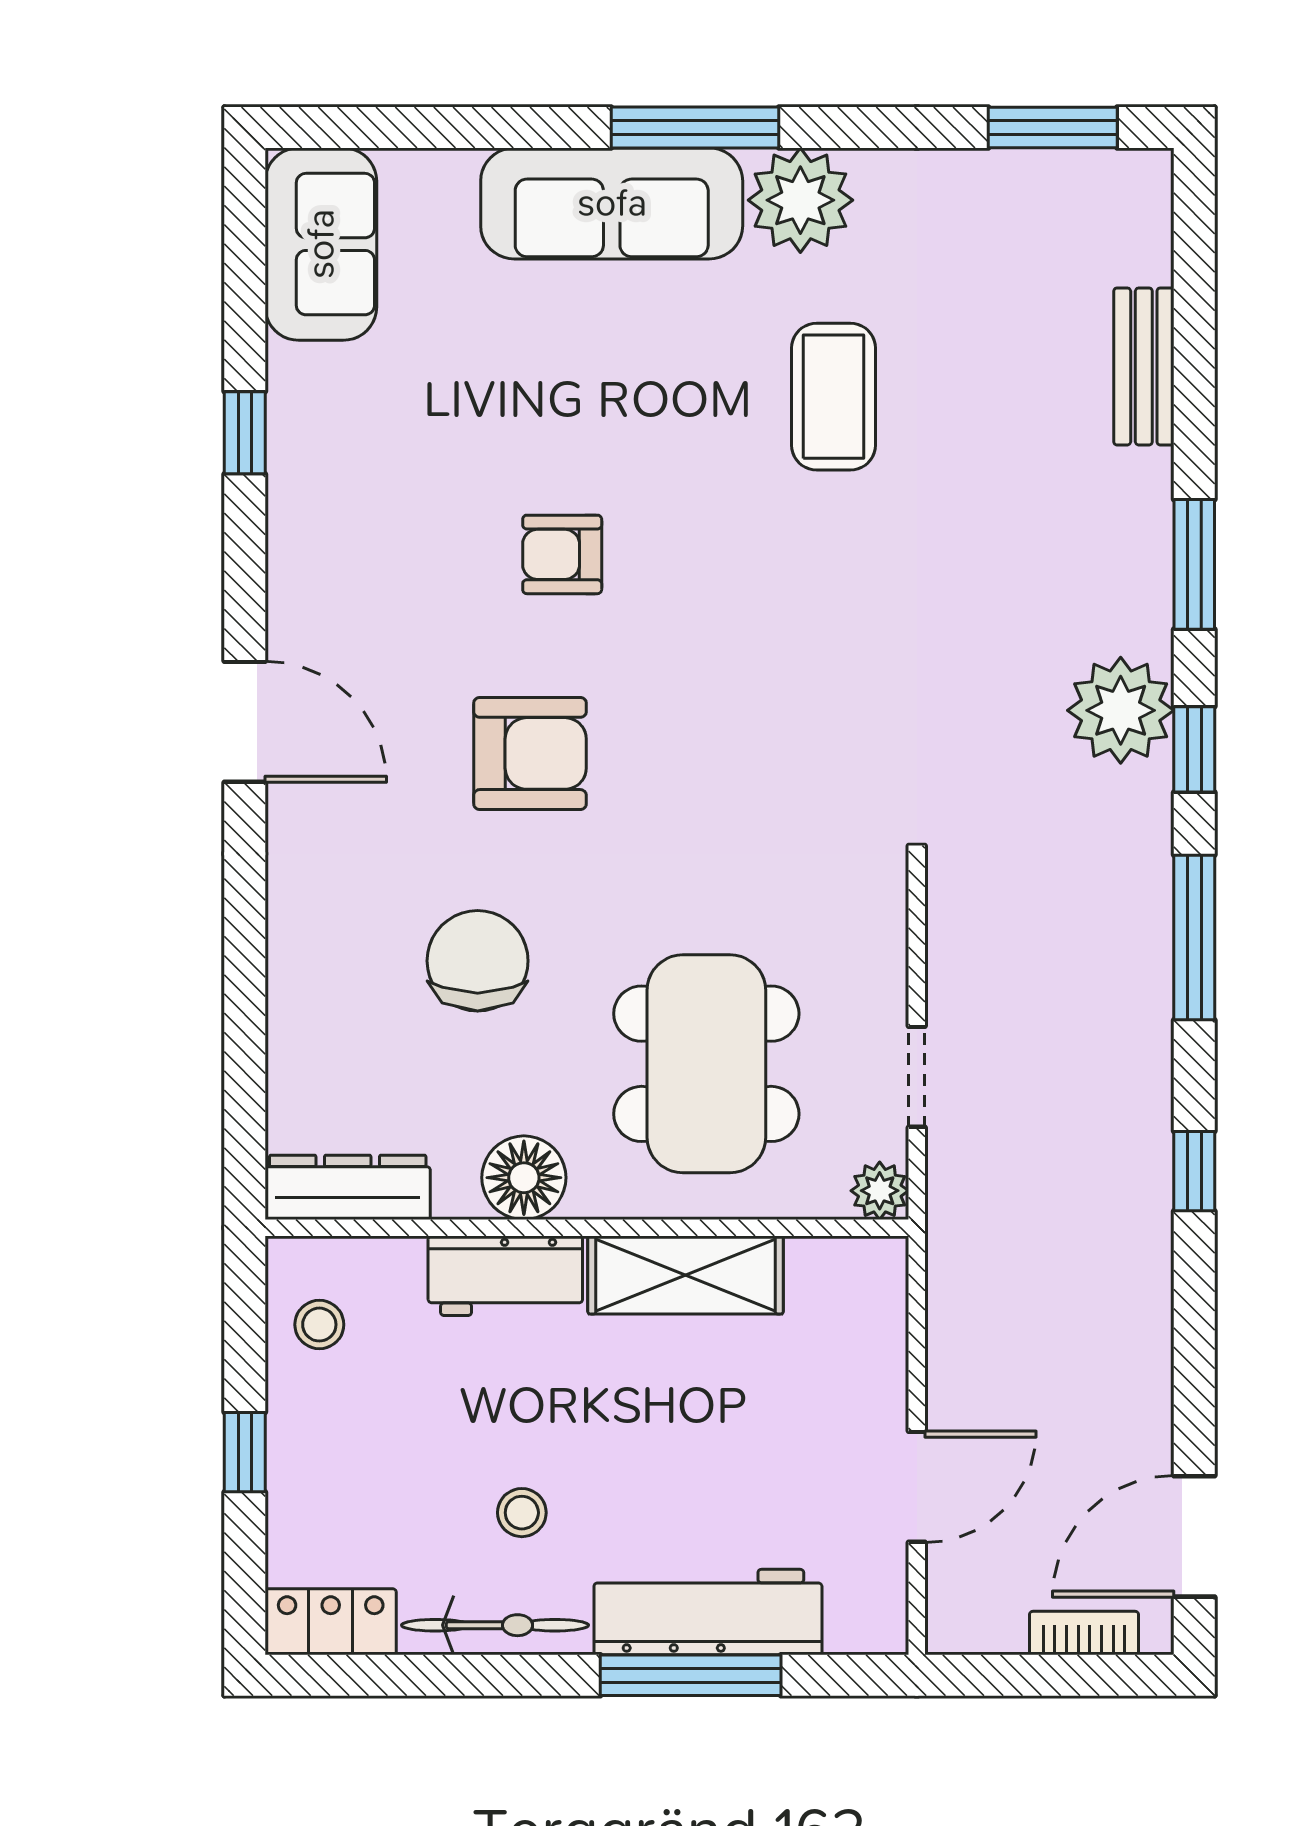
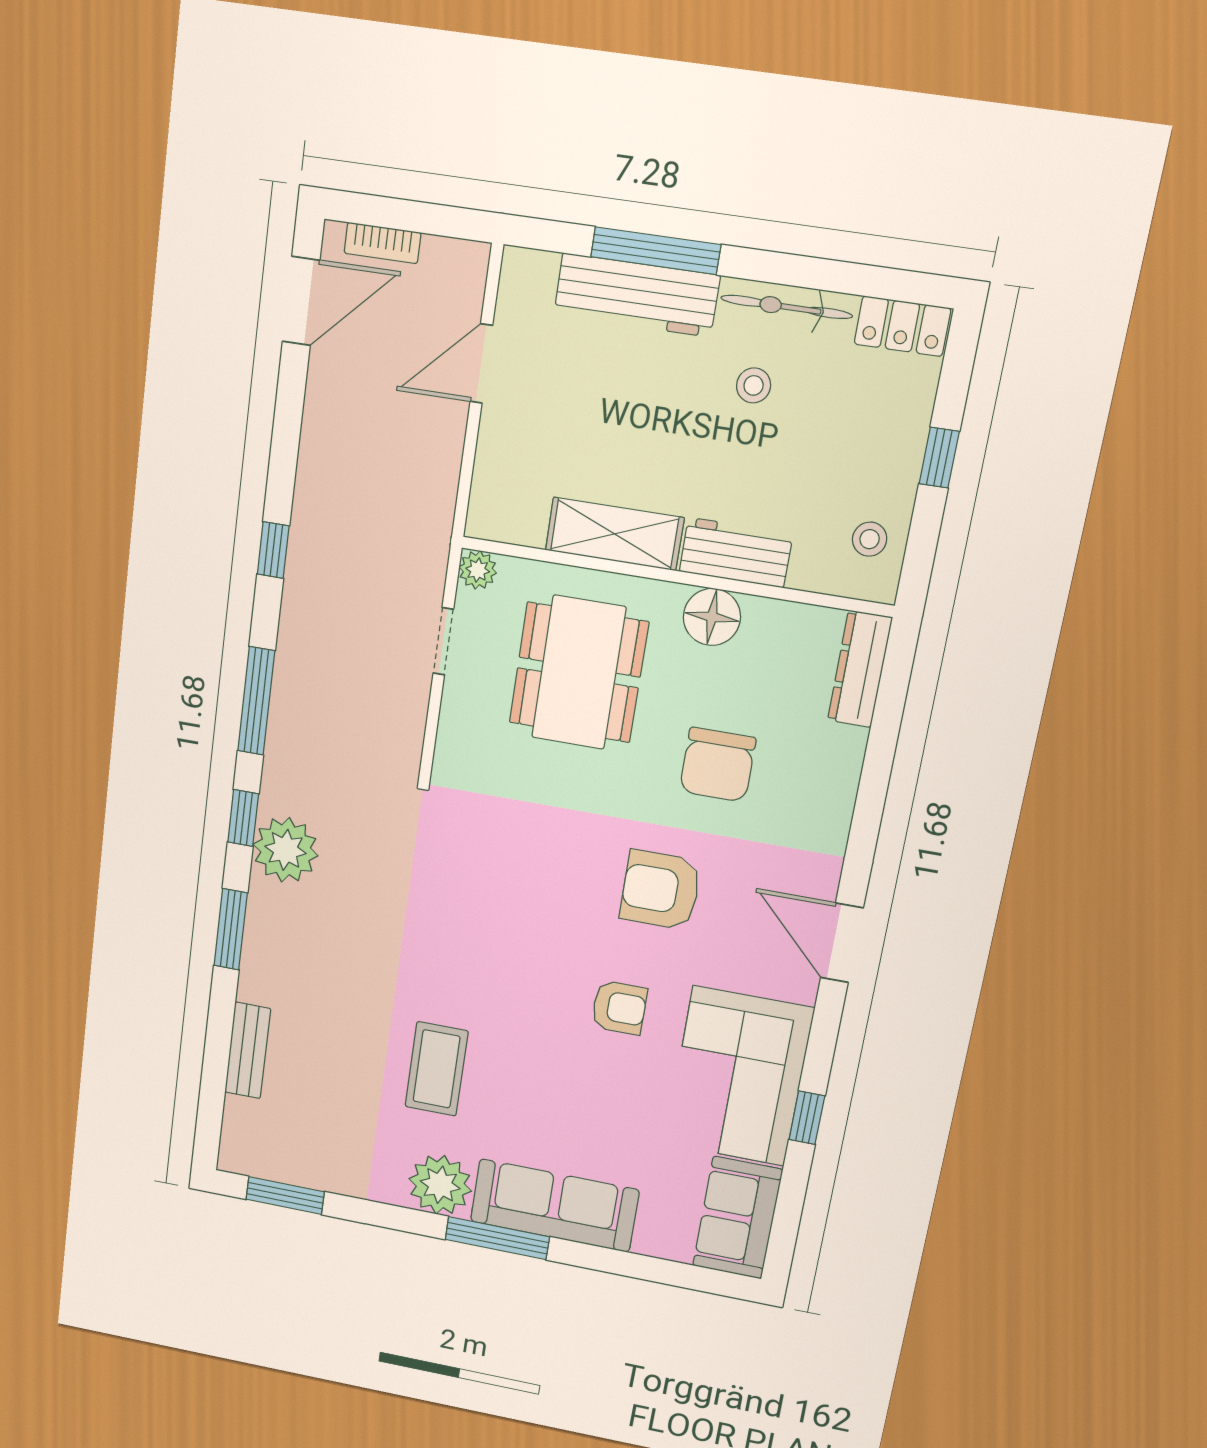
corner sofa: (360, 479) -> (739, 1076), added
dresser: (348, 1187) -> (860, 669), moved, turned 90

